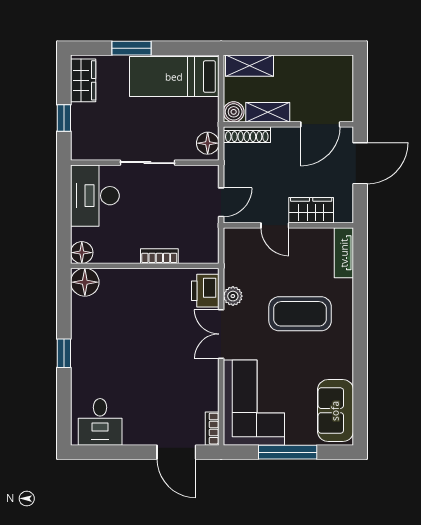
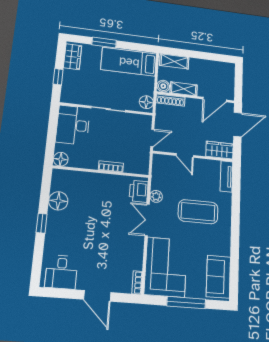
wardrobe: (311, 210) -> (220, 150), moved
floor lamp: (85, 282) -> (58, 201), moved
door: (176, 452) -> (97, 296), moved

